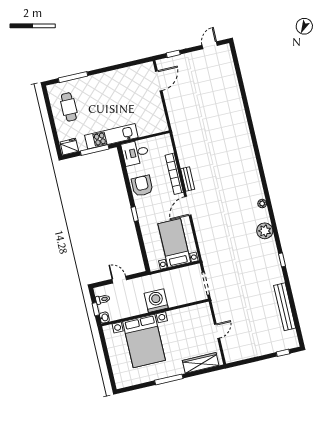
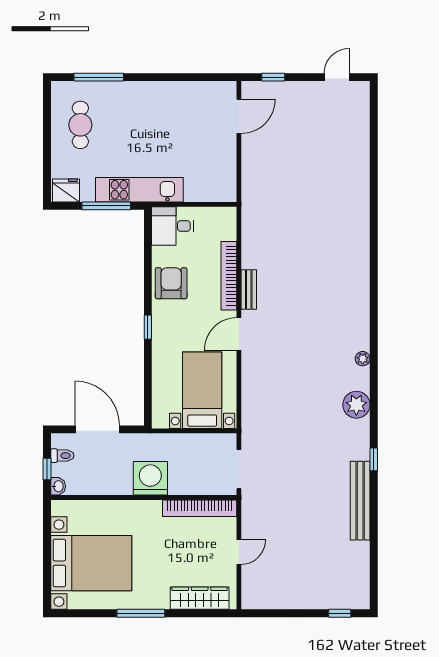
door: (119, 280) -> (97, 429), width x1.87
bench: (285, 307) -> (360, 501), moved
bookcase: (189, 311) -> (200, 508), added
bed with nightstands: (144, 341) -> (91, 563), moved, turned -90

